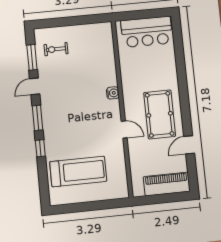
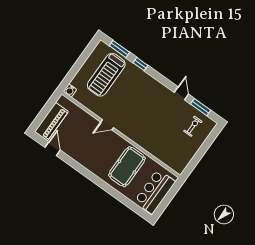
water cooler: (113, 93) -> (70, 91), moved
pool table: (160, 114) -> (127, 167), moved, turned 90
window: (38, 118) -> (119, 49), moved
door: (189, 145) -> (53, 149), moved

